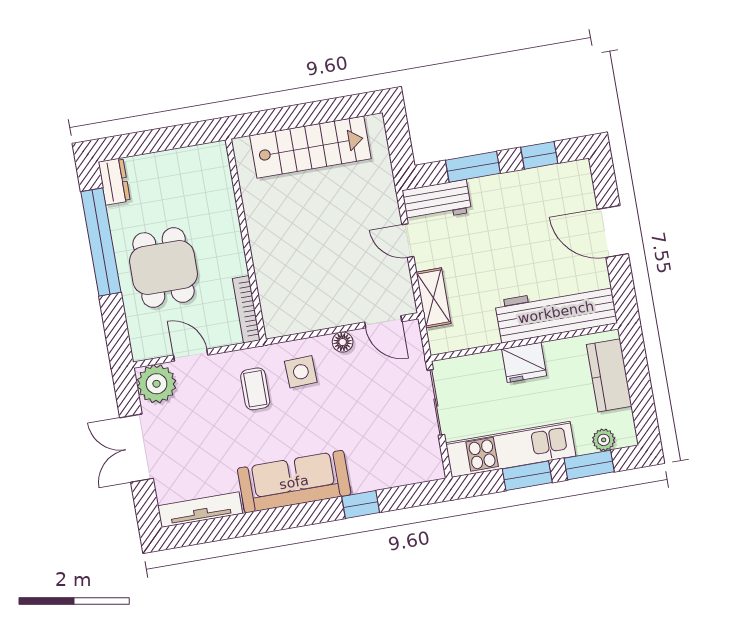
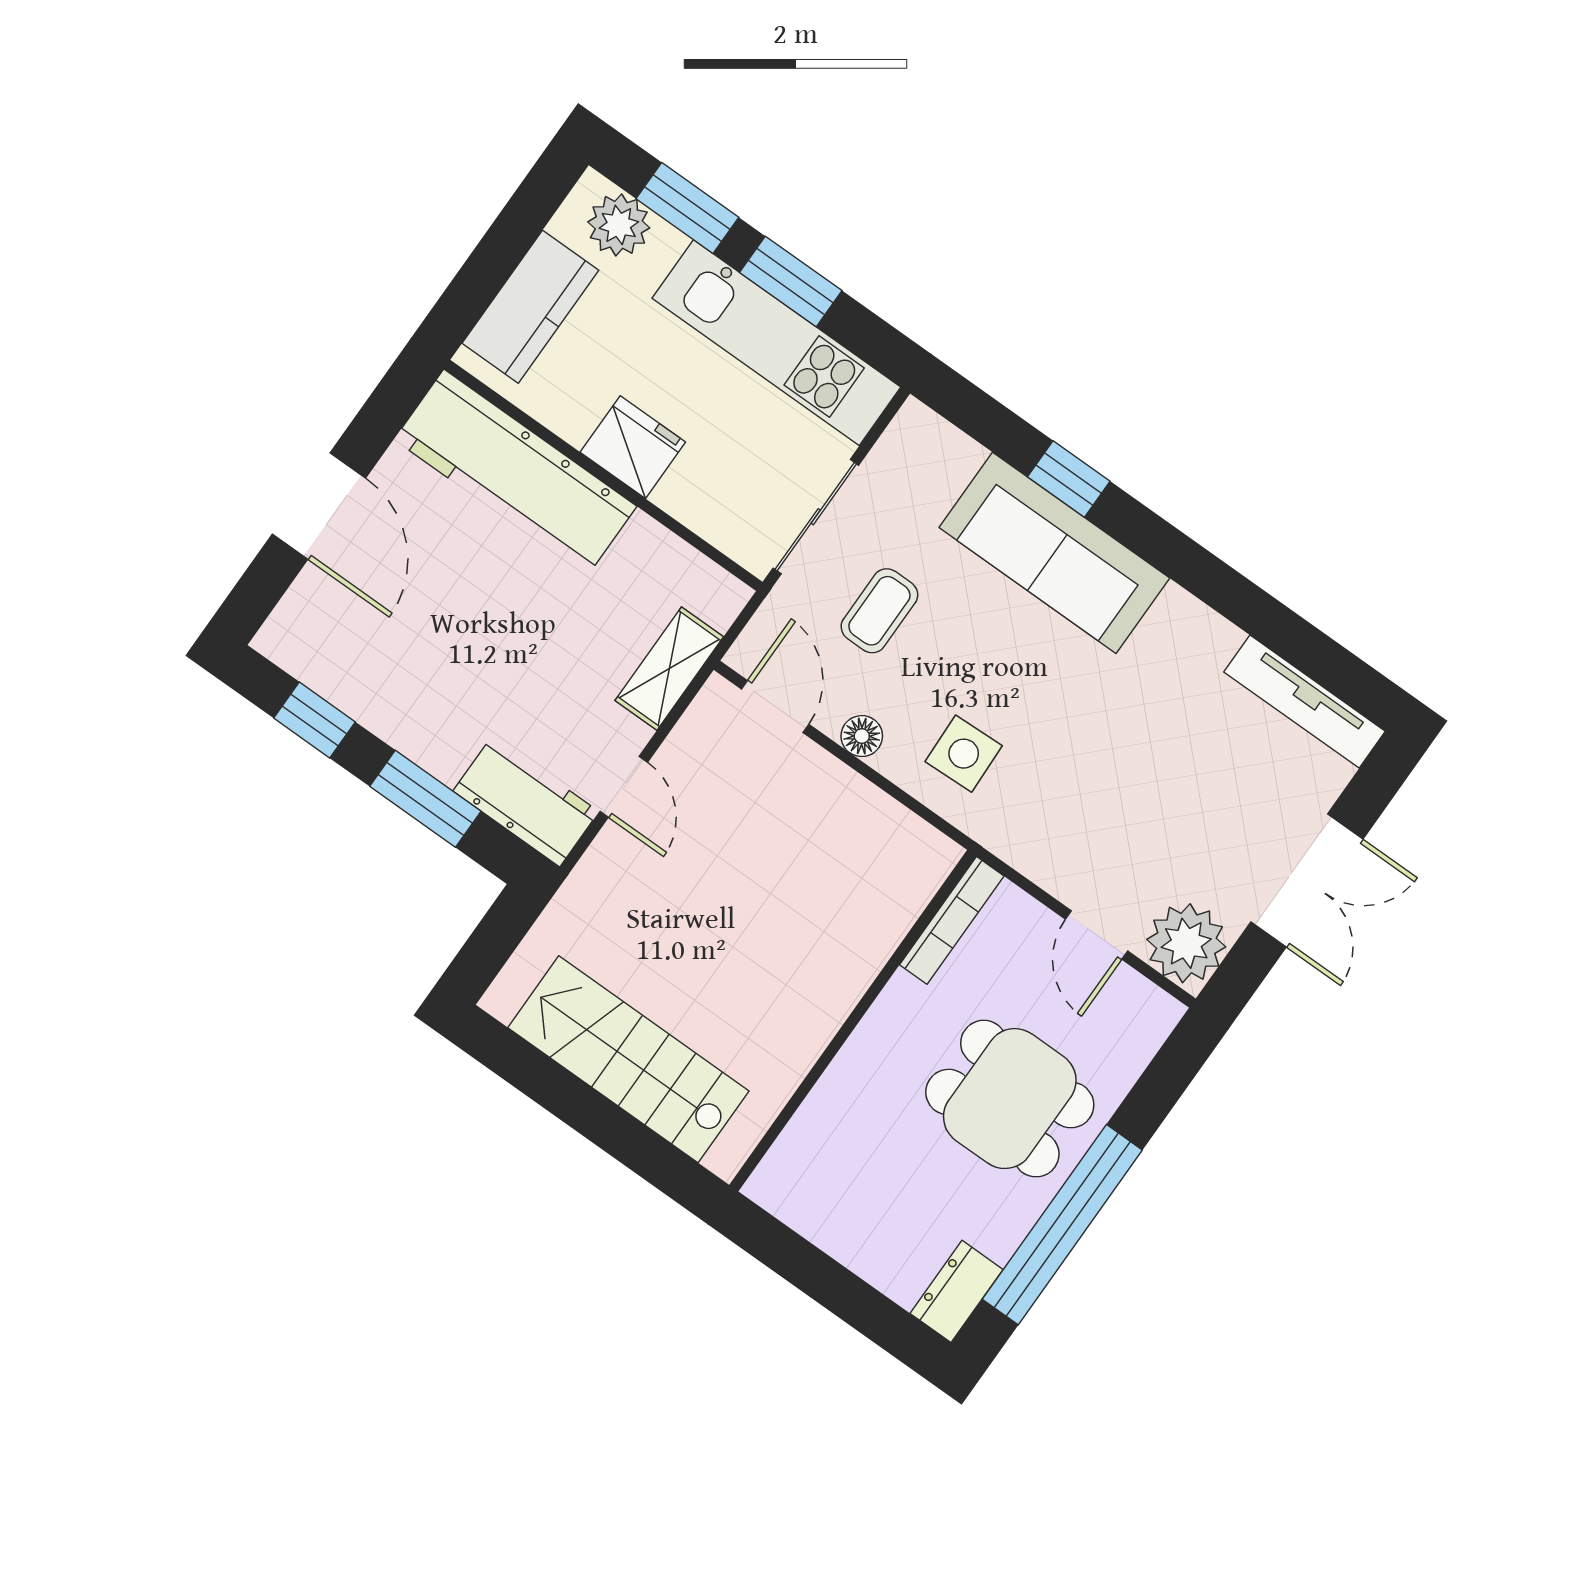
dining table: (163, 268) -> (1010, 1099), turned 90
coffee table: (255, 389) -> (879, 611), moved
plant: (604, 440) -> (619, 225), width x1.38, depth x1.38
sofa: (294, 482) -> (1054, 553), moved

